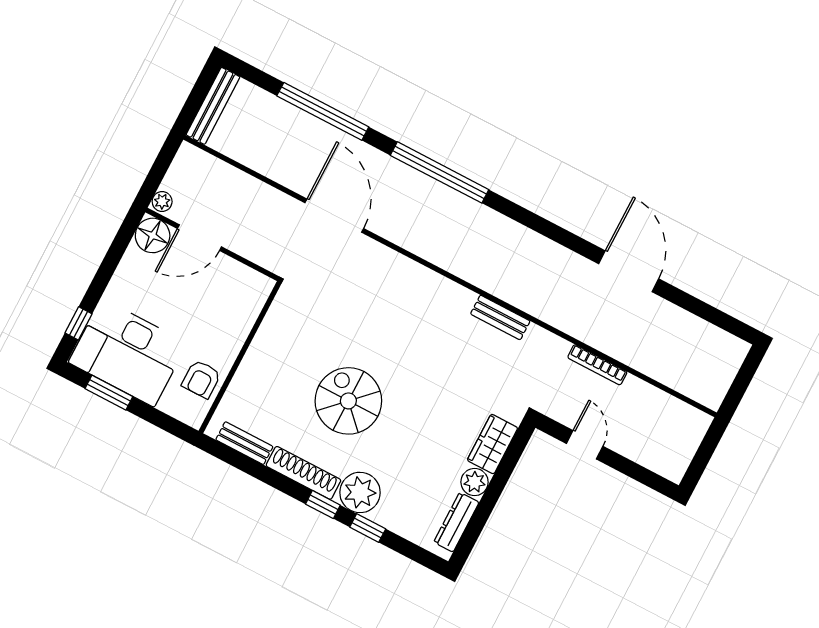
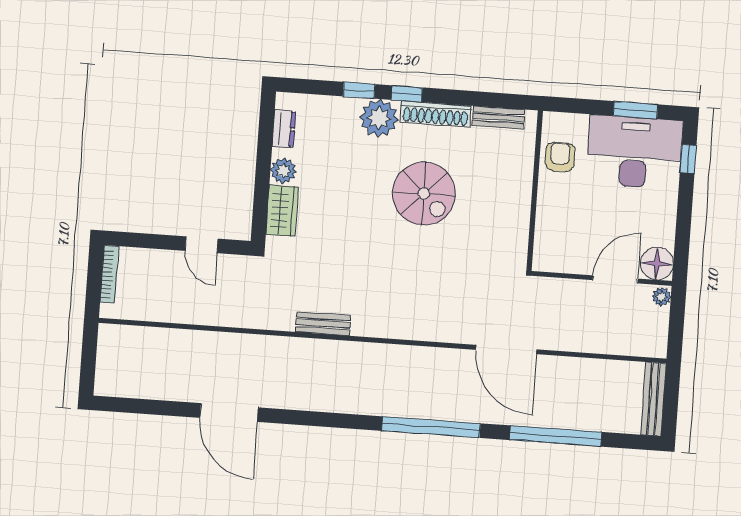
bookcase: (597, 365) -> (109, 274), moved, turned 90
dresser: (456, 522) -> (284, 129), width x0.70

